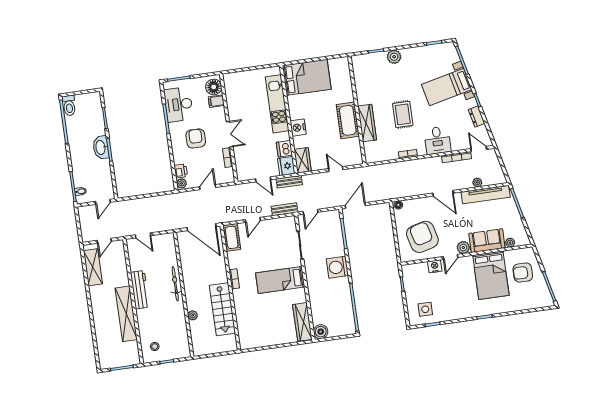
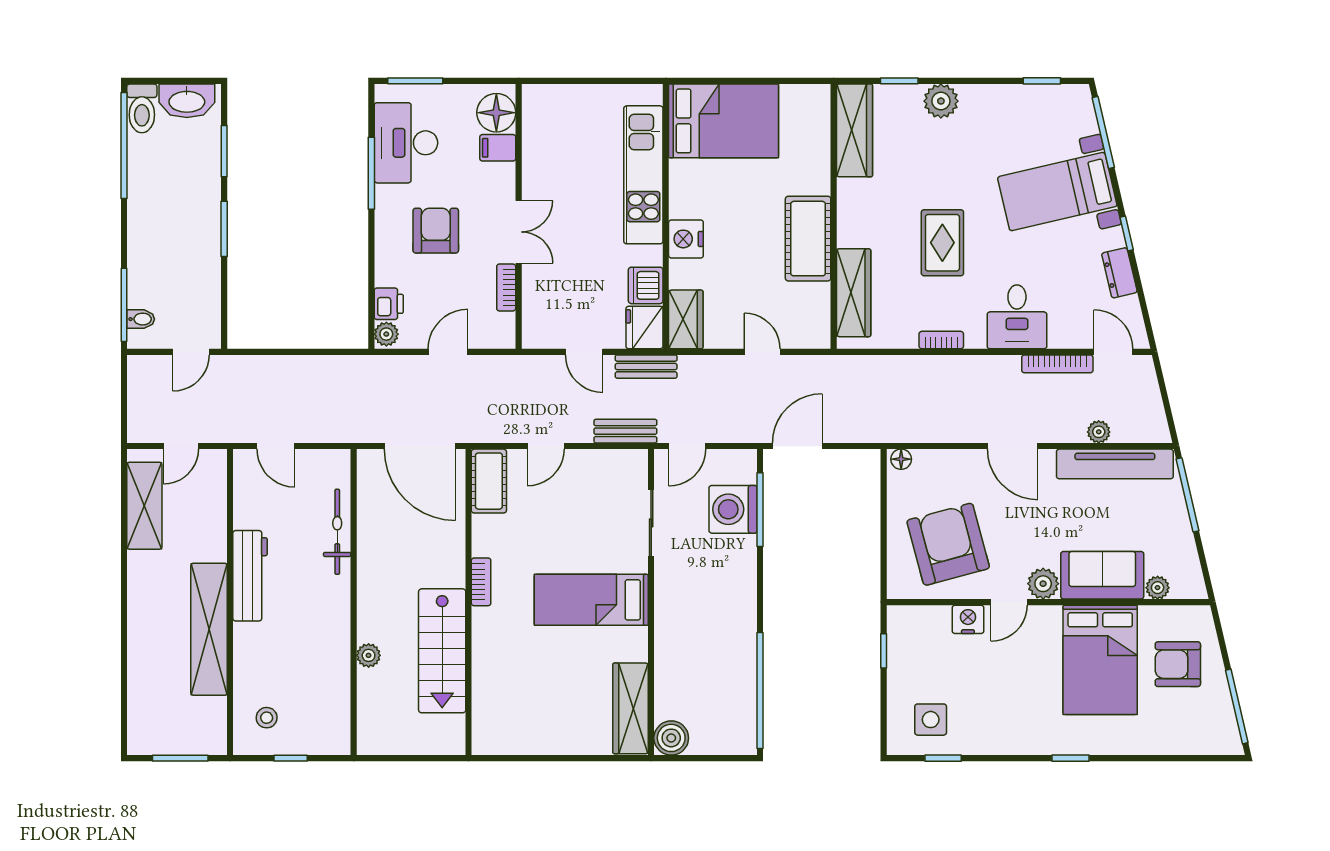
wardrobe: (361, 74) -> (855, 130), added
wardrobe: (367, 123) -> (854, 293), moved
washbasin: (101, 147) -> (187, 101), moved, turned -90
washing machine: (337, 267) -> (733, 509), moved
bicycle: (175, 284) -> (337, 532), moved

